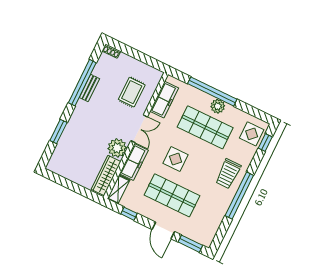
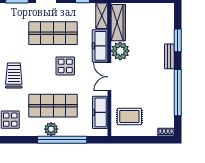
bench: (89, 88) -> (169, 56), moved
rug: (132, 92) -> (129, 116), moved, turned 90

